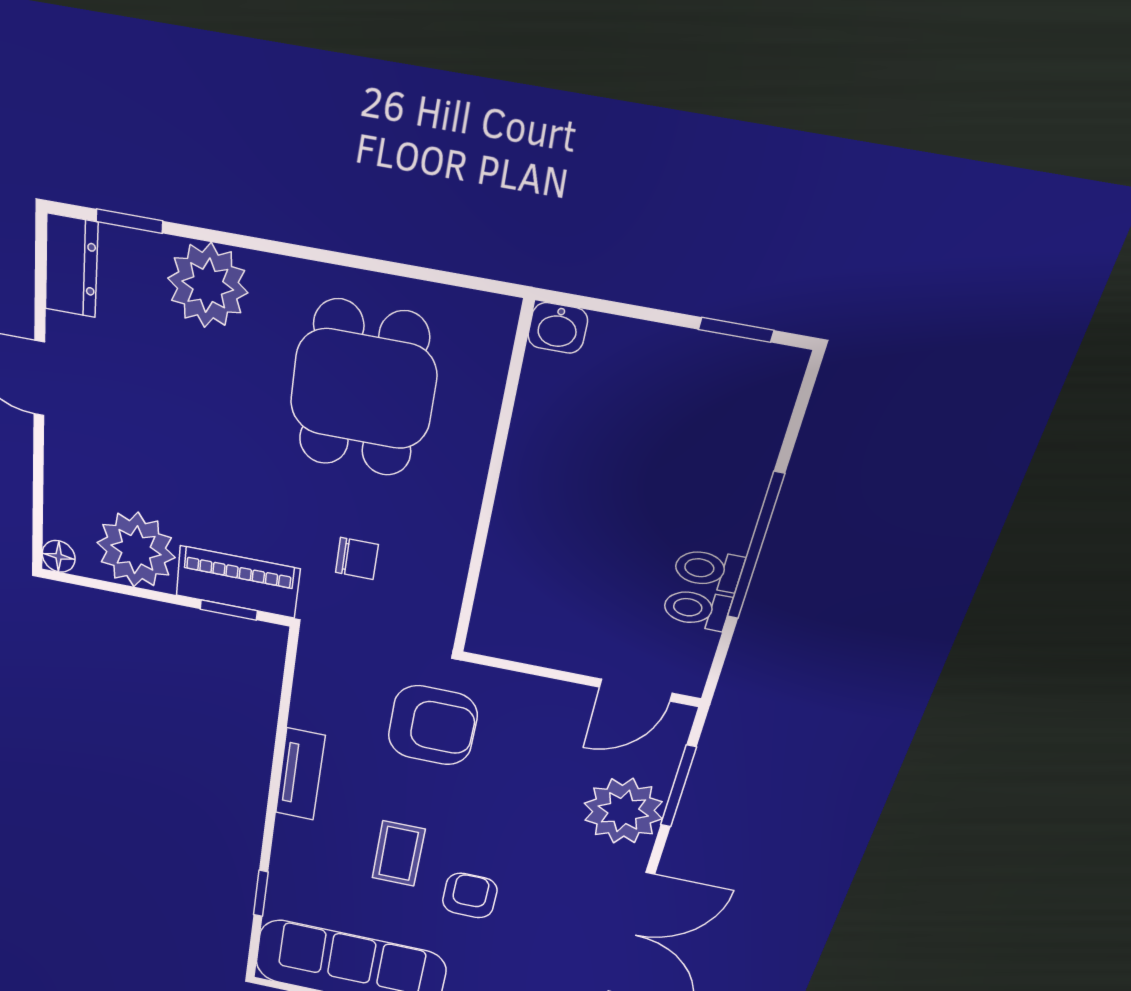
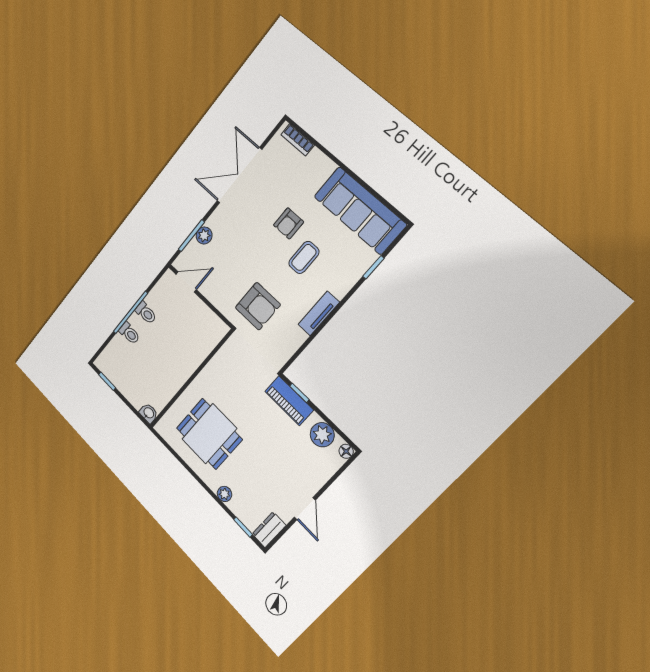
plant: (208, 285) -> (224, 494), width x0.53, depth x0.53
dining table: (363, 389) -> (209, 434), turned 90
plant: (136, 550) -> (322, 435), width x0.73, depth x0.73
chair: (357, 559) -> (245, 383), removed
toilet: (696, 609) -> (129, 333), moved
armchair: (433, 726) -> (258, 306), turned 180
plant: (623, 811) -> (204, 235), width x0.53, depth x0.53

